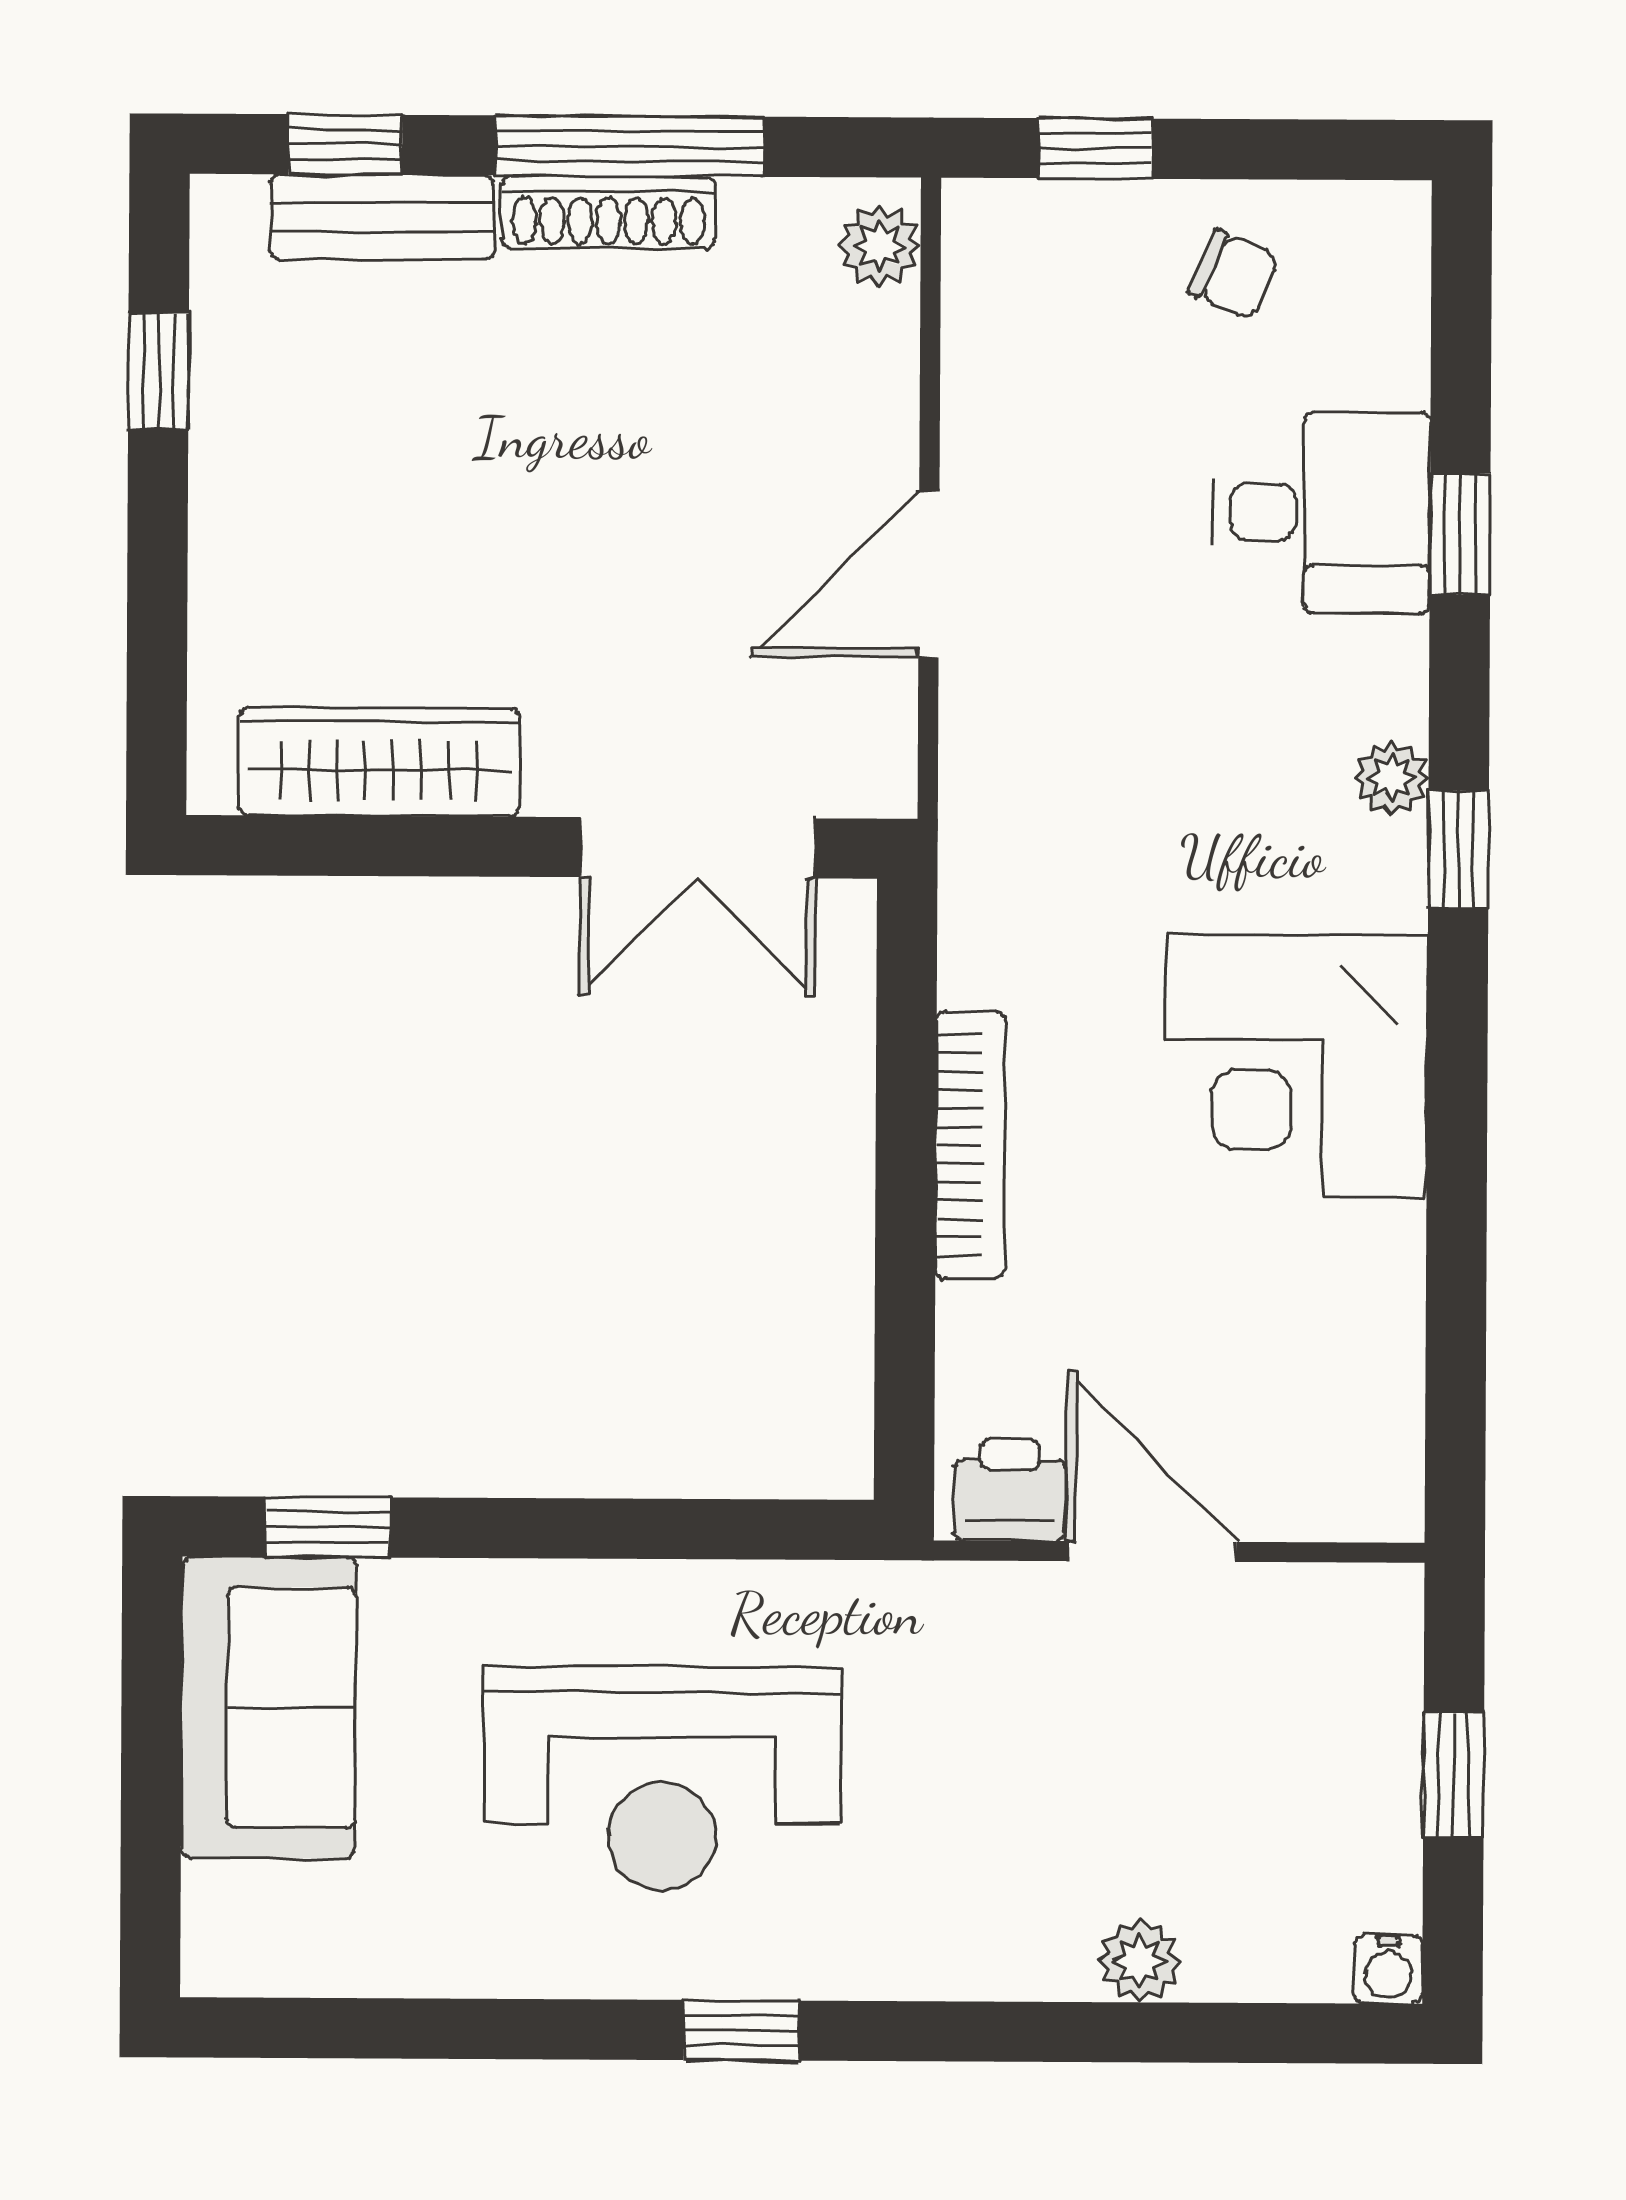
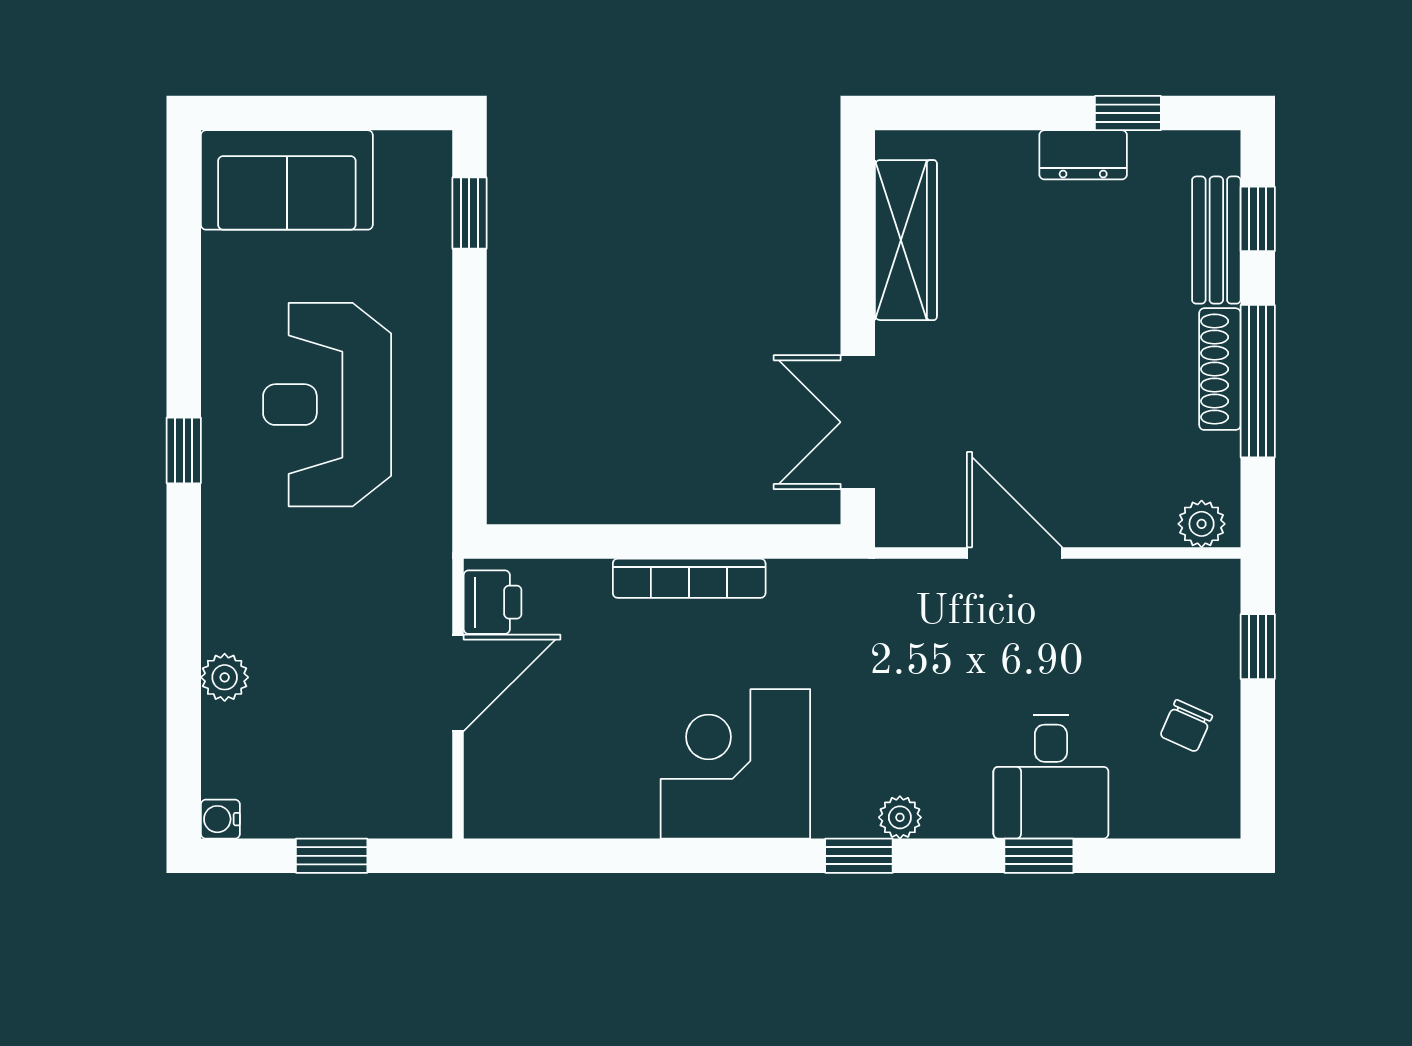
dresser: (231, 450) -> (1083, 155), added
sofa: (269, 1708) -> (287, 180), moved

